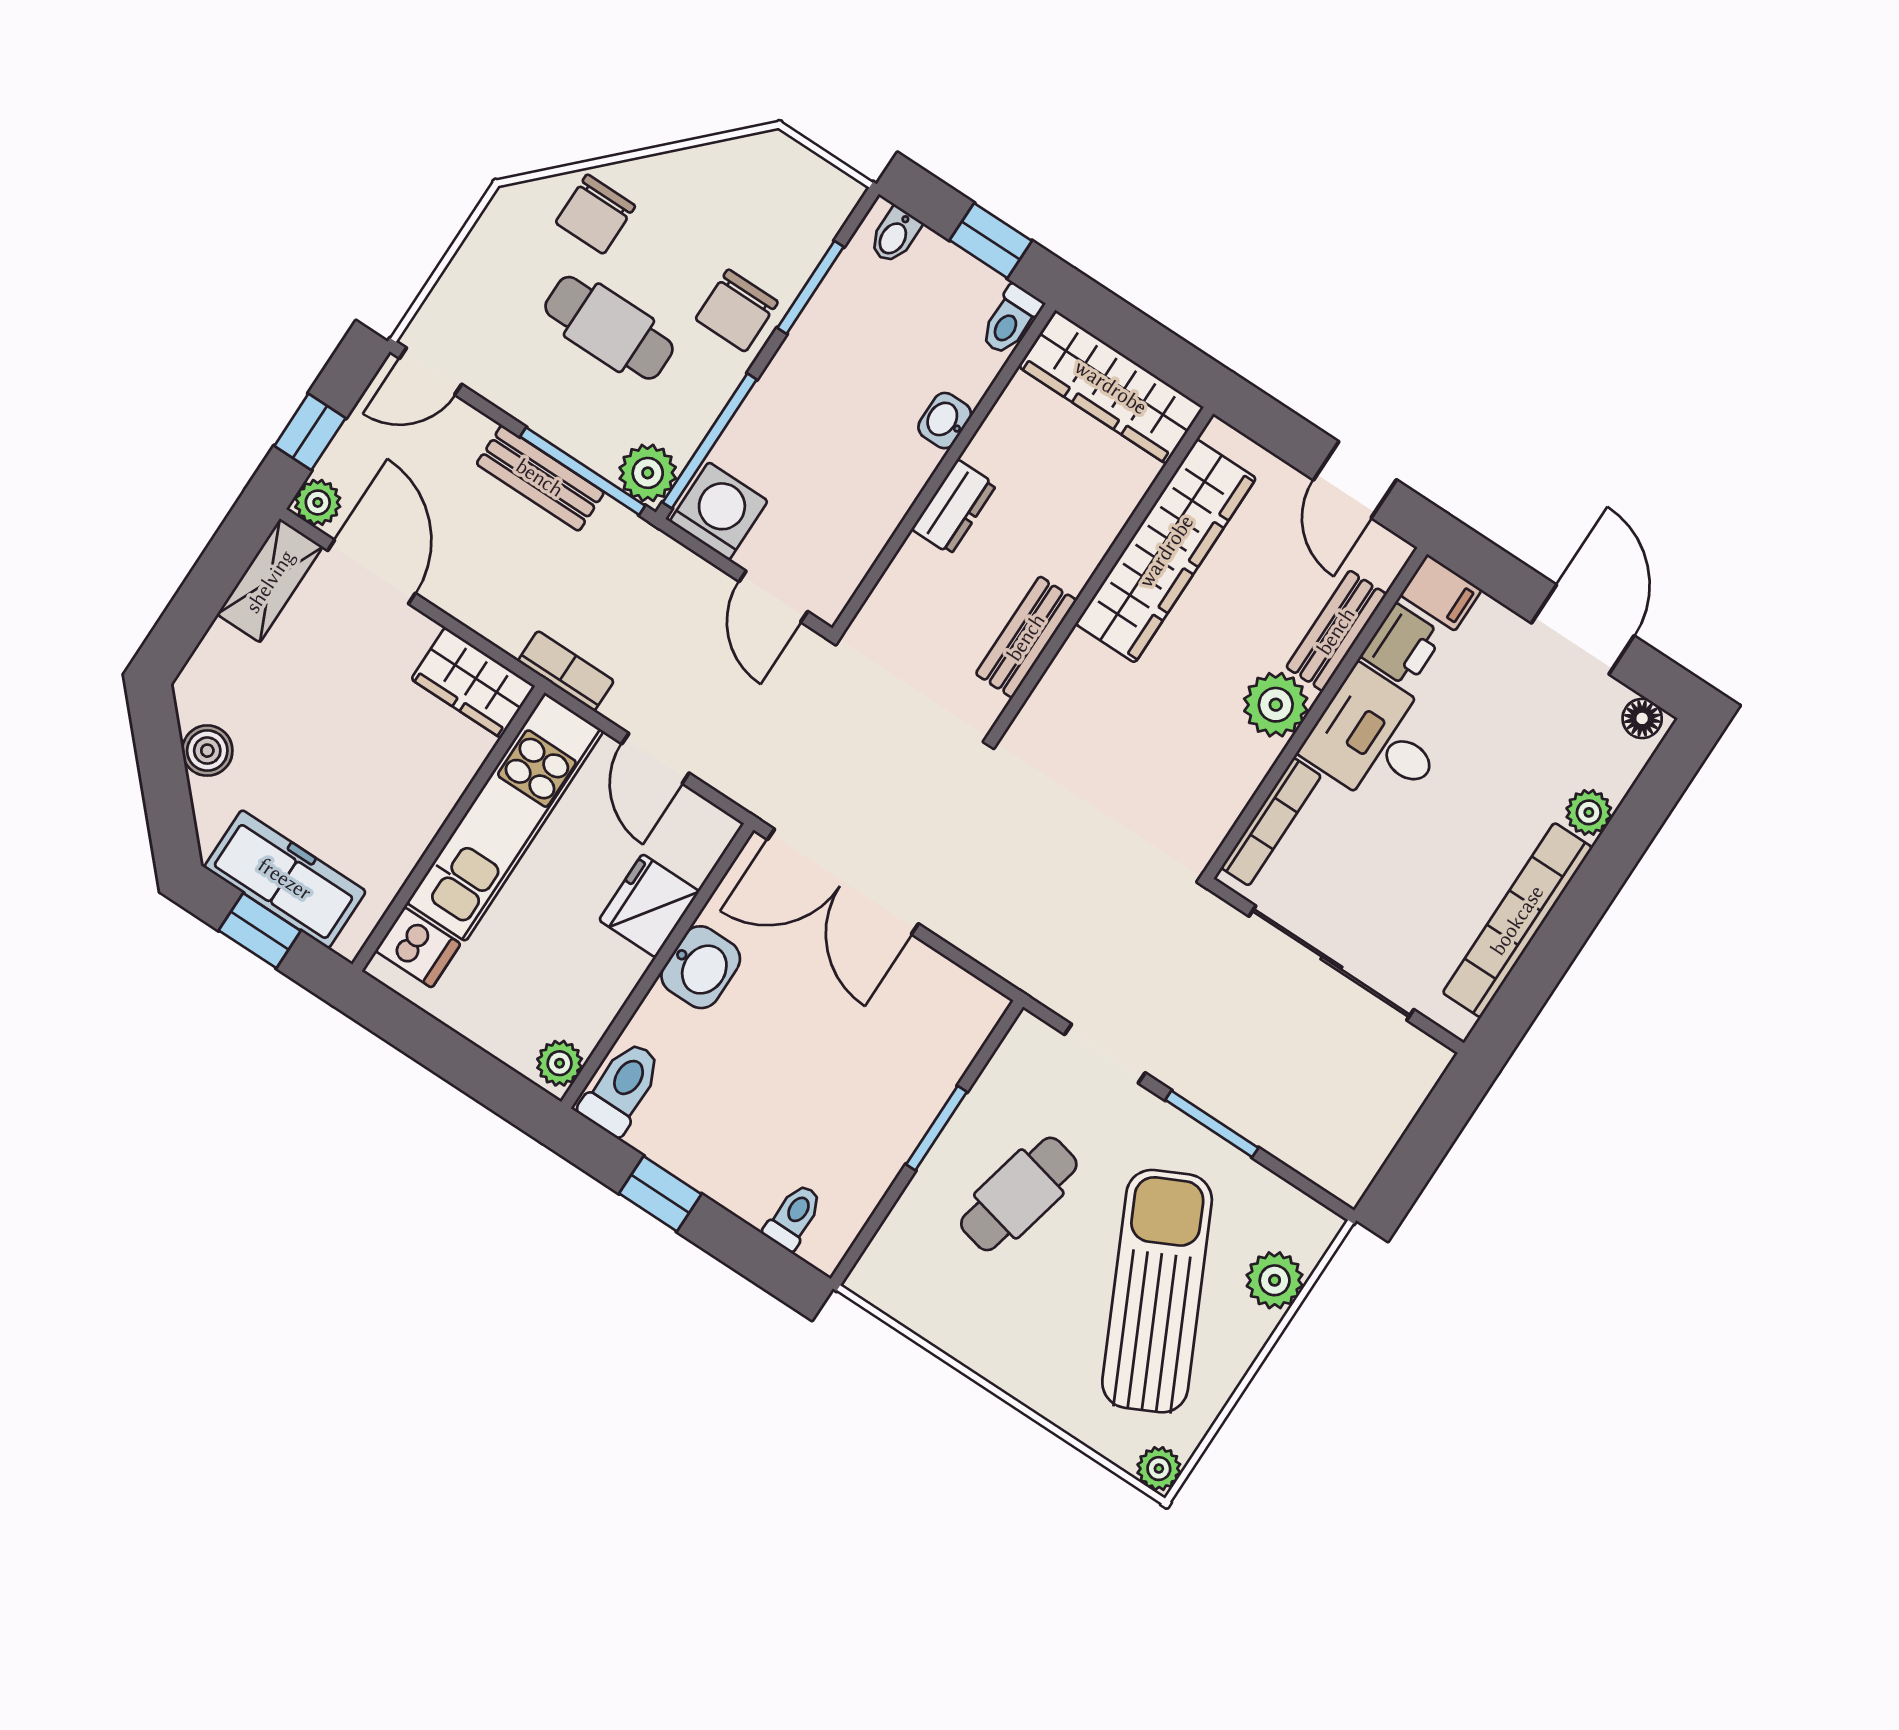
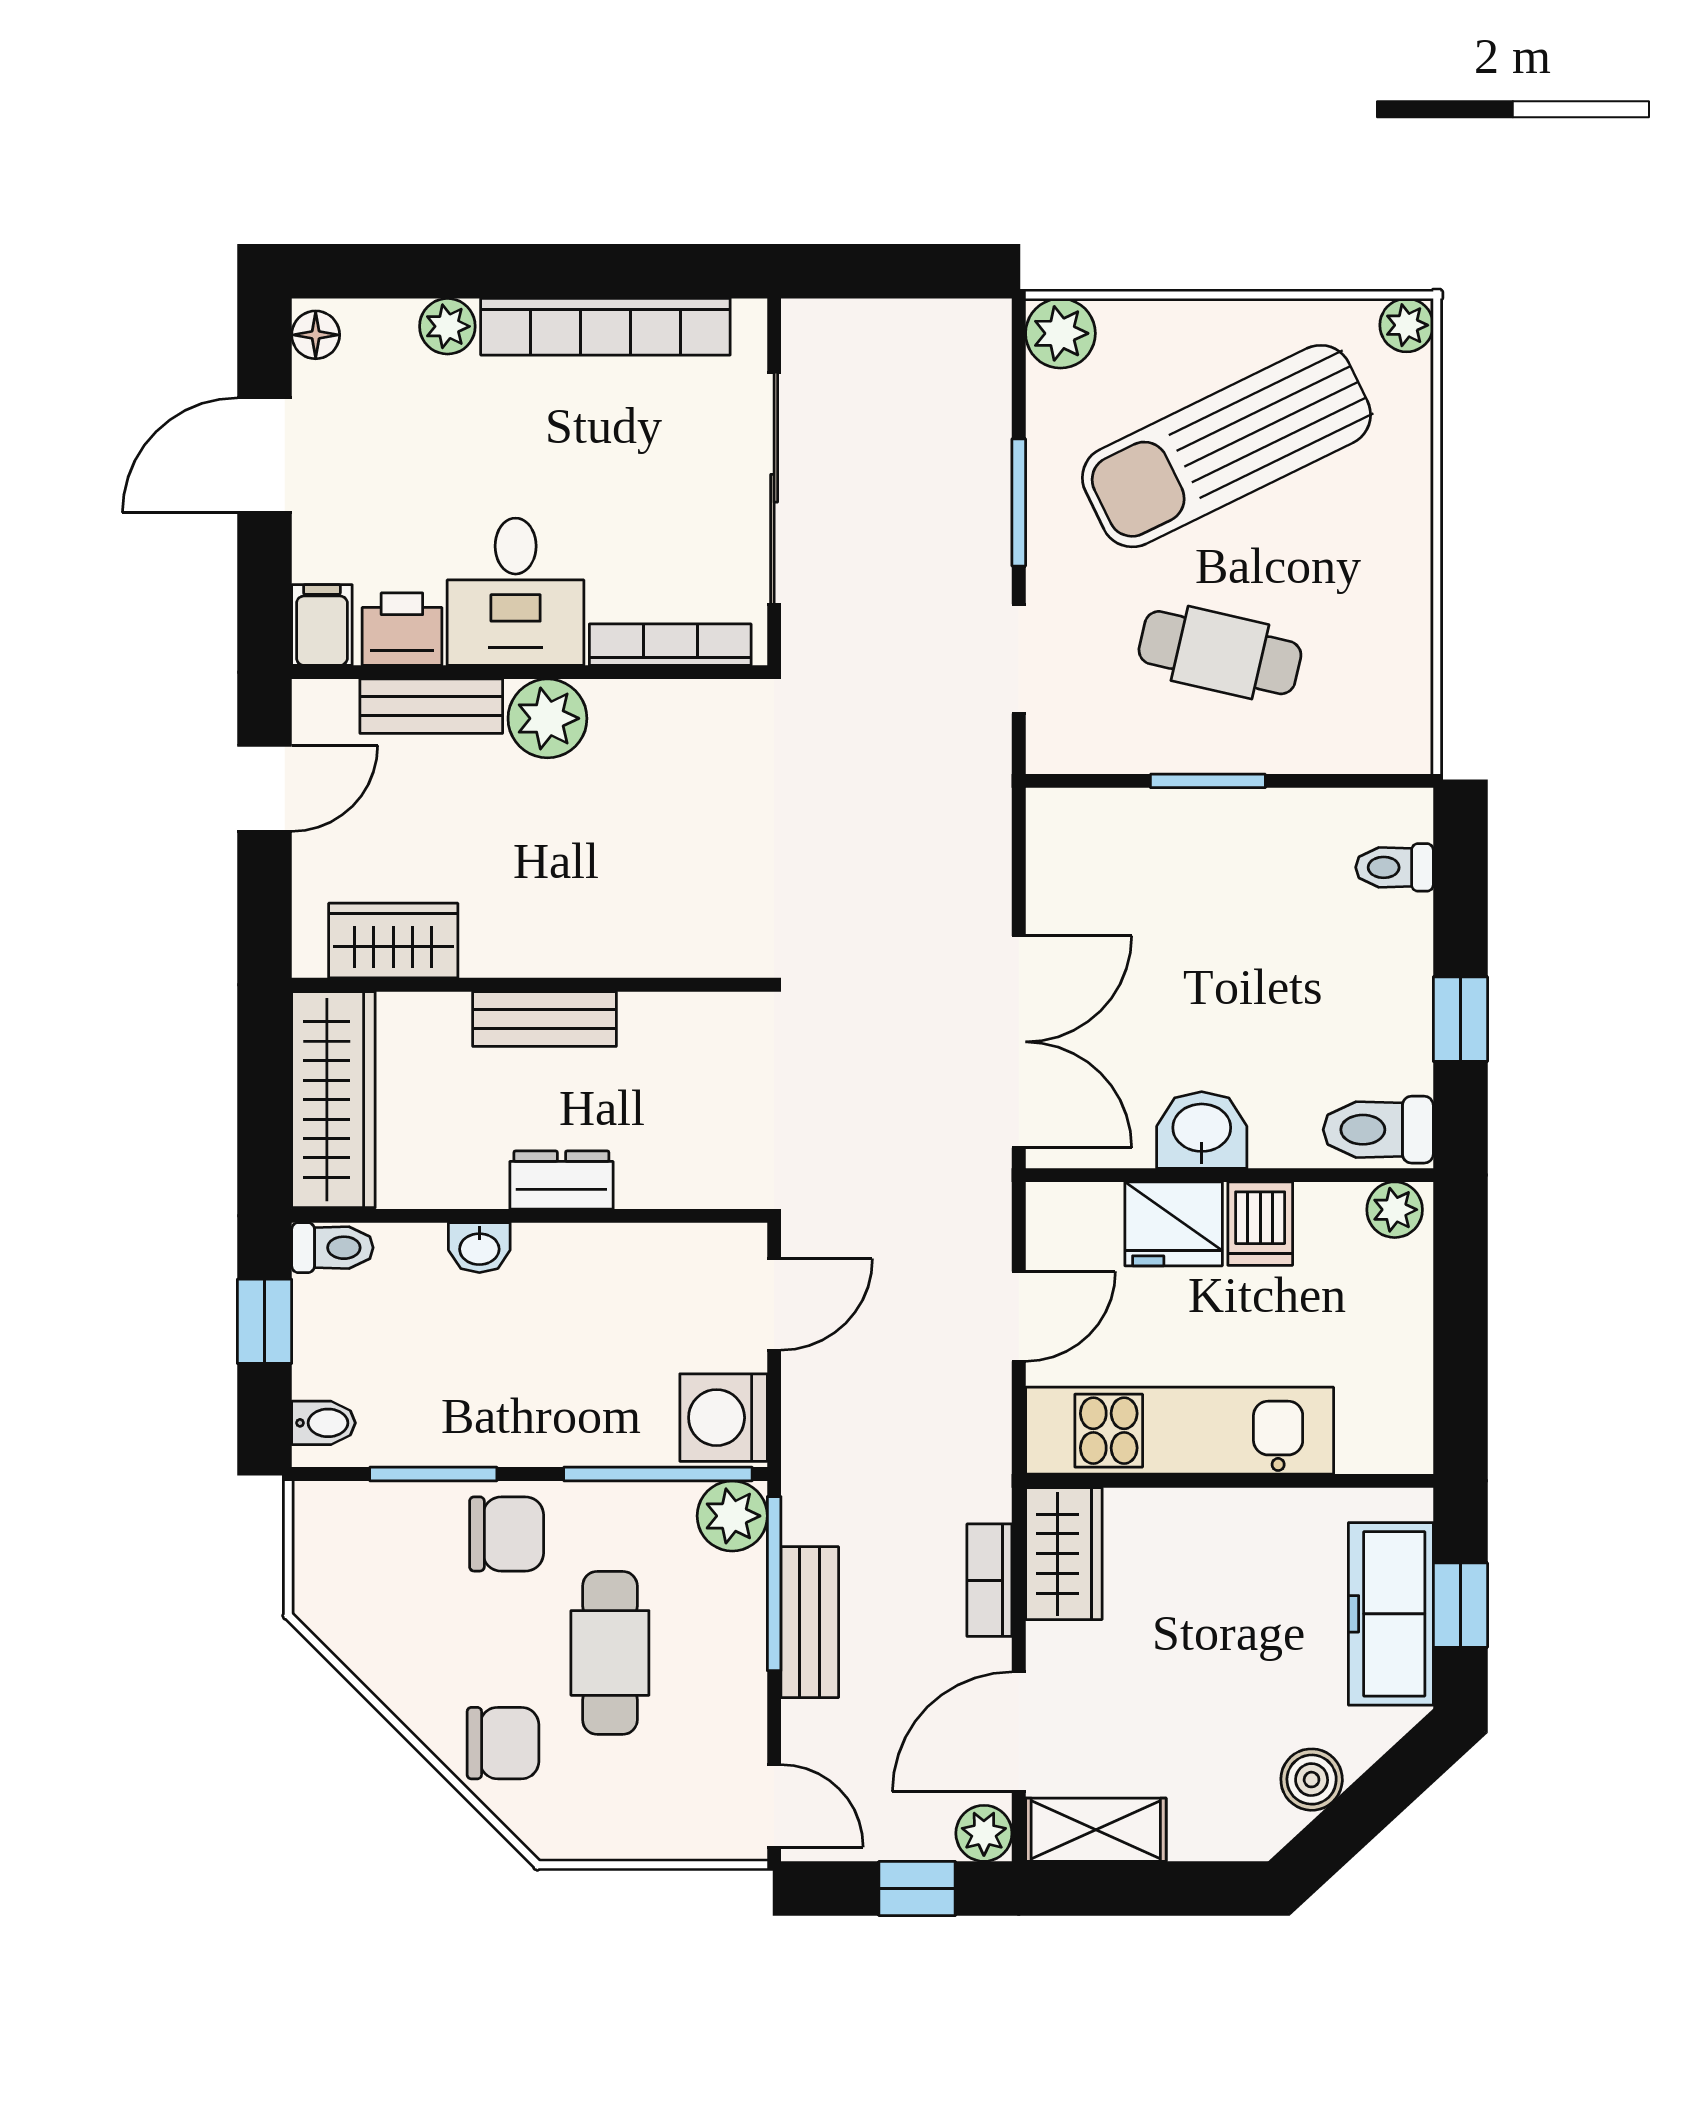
wardrobe: (1166, 551) -> (393, 941), width x0.48, depth x0.85
bench: (1026, 637) -> (544, 1019), moved
bookcase: (566, 671) -> (989, 1580), moved
dishwasher: (418, 947) -> (1260, 1224), moved, turned 180
plant: (1275, 1280) -> (1060, 333), moved

